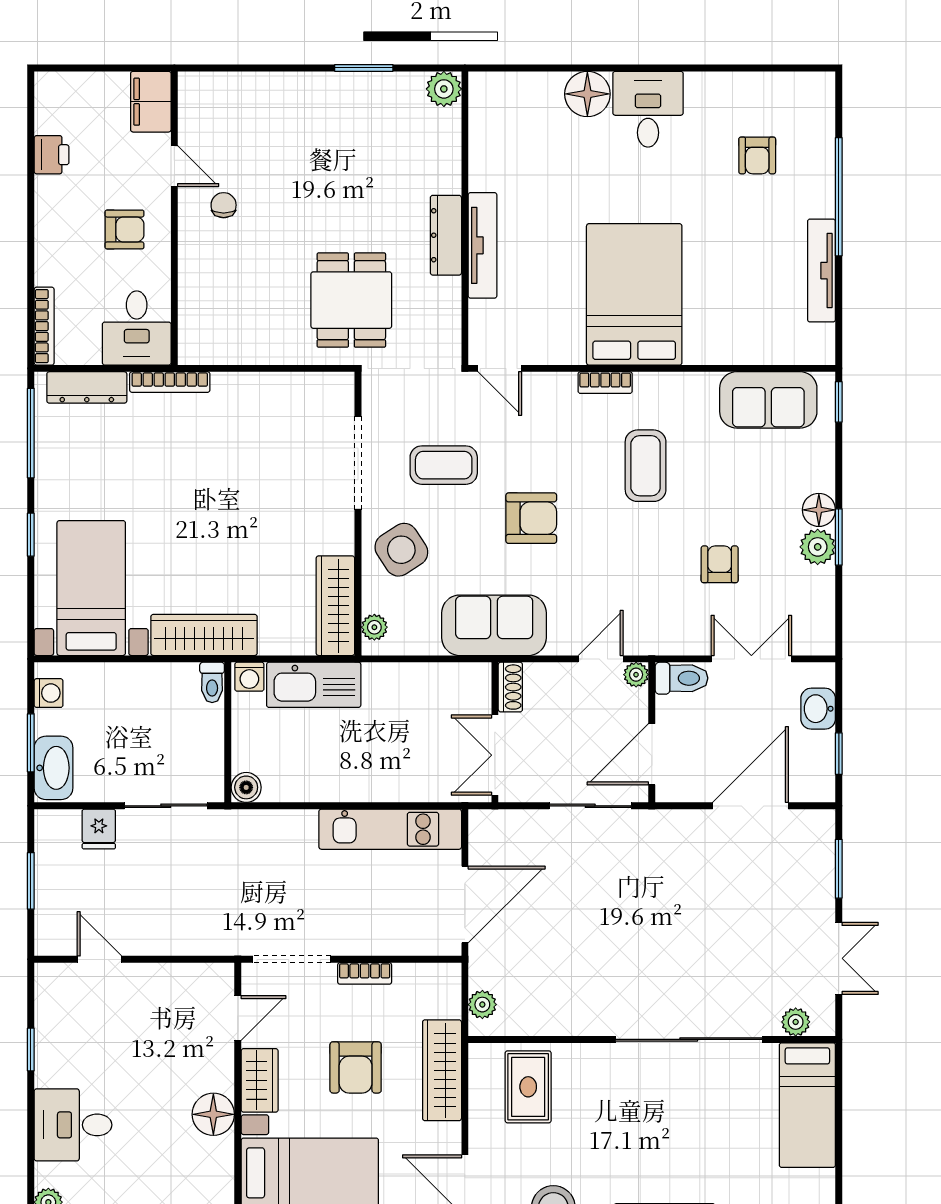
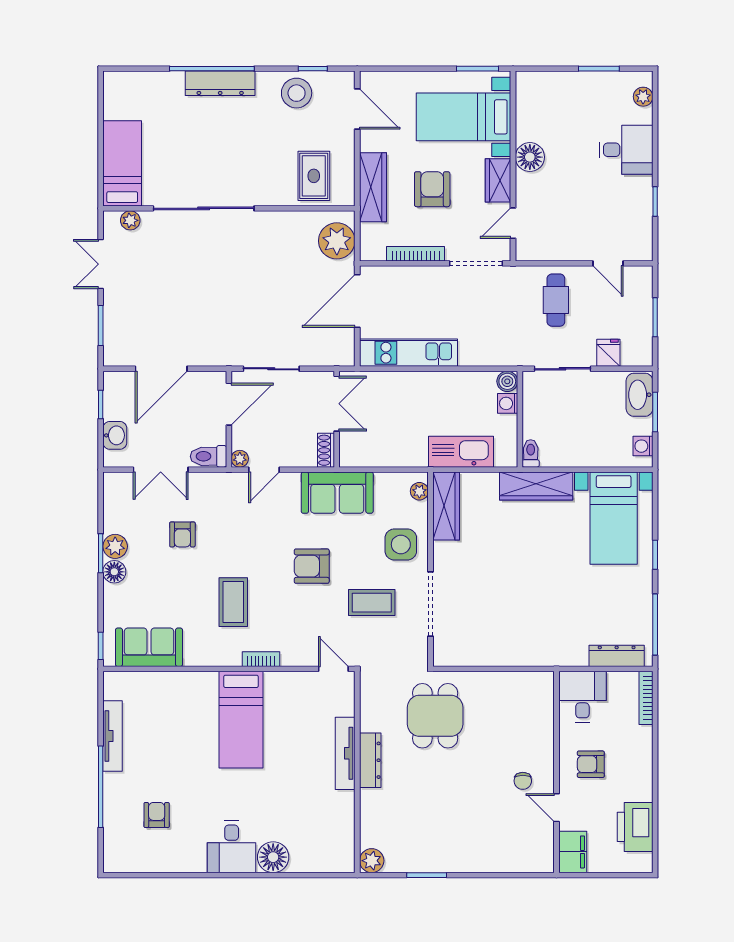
printer: (52, 155) -> (635, 827), width x1.87, depth x1.48
bed: (634, 294) -> (241, 720), width x0.67
bookcase: (170, 382) -> (560, 660), removed
side table: (401, 550) -> (401, 544), turned 33
washing machine: (249, 677) -> (508, 403), moved, turned -90
cafe table: (175, 906) -> (556, 300), added
bookcase: (365, 973) -> (416, 254), width x1.56
plant: (482, 1005) -> (337, 241), width x1.88, depth x1.88

